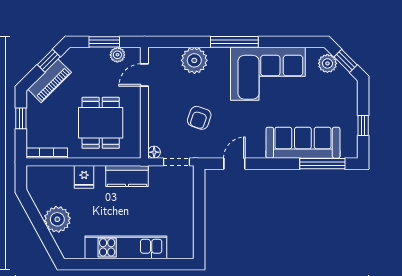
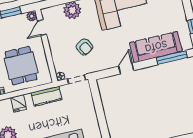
plant: (117, 55) -> (32, 16), moved
armchair: (199, 118) -> (84, 47), turned -48
door: (234, 164) -> (126, 68), moved

